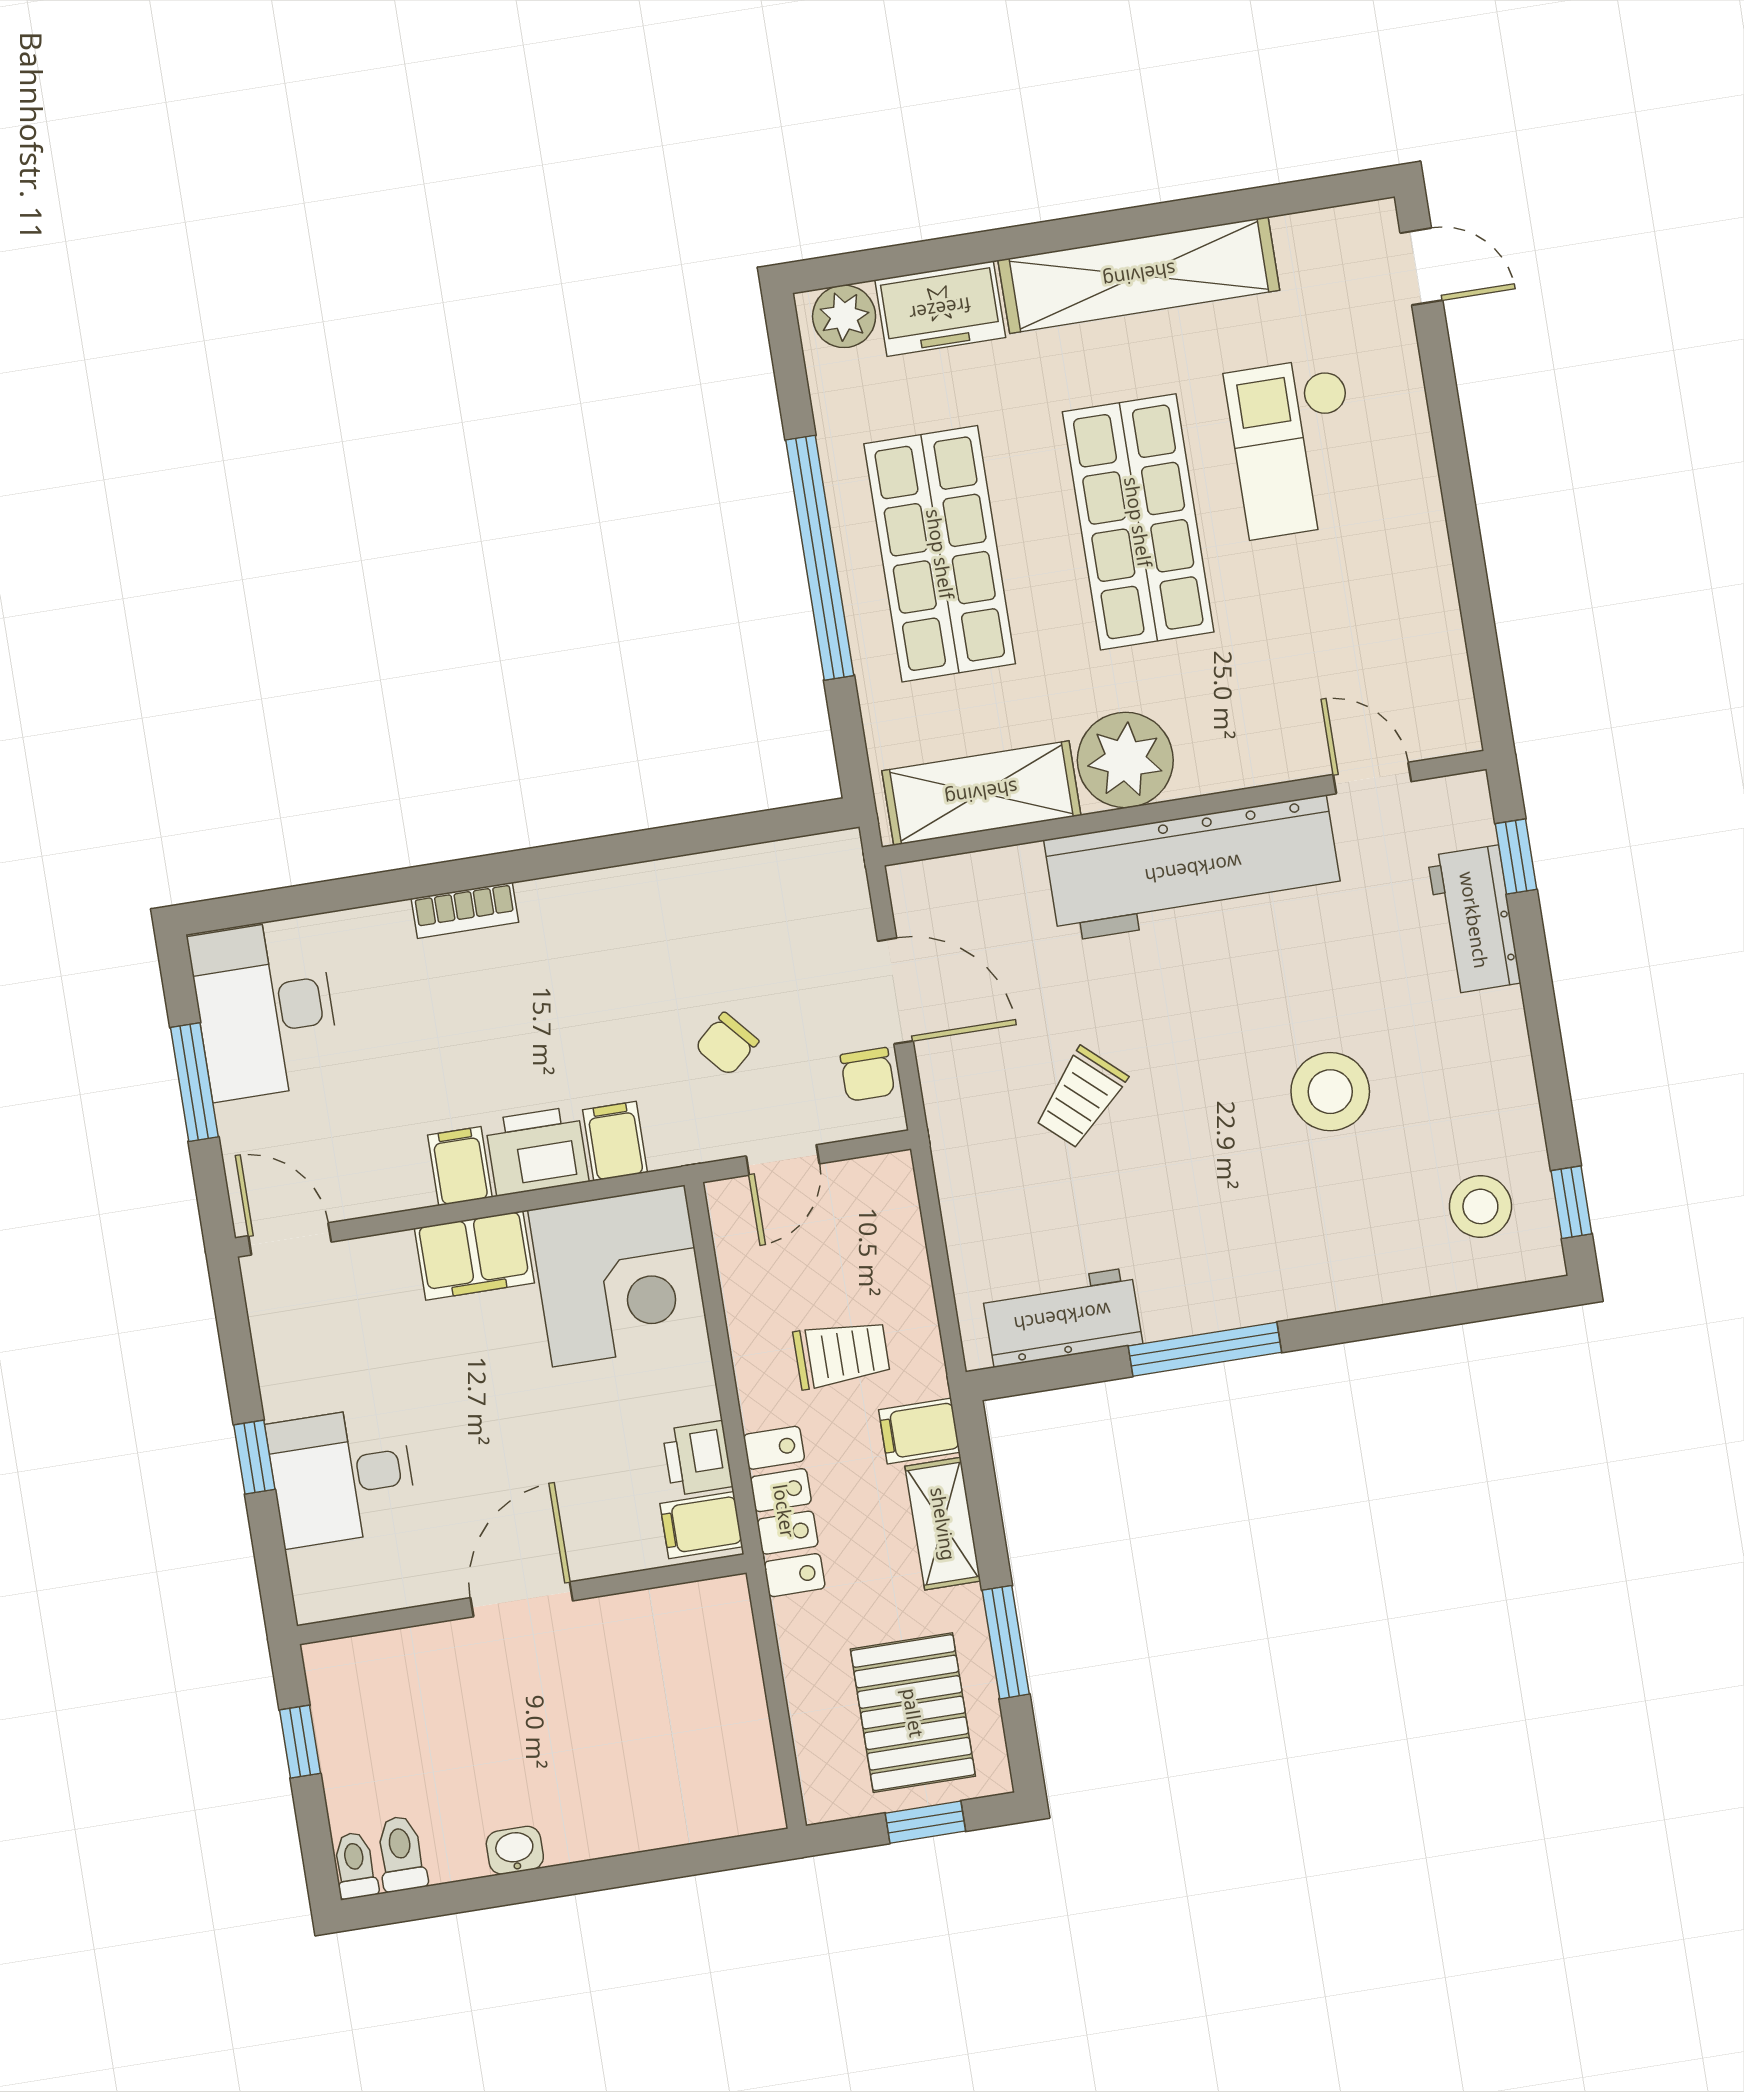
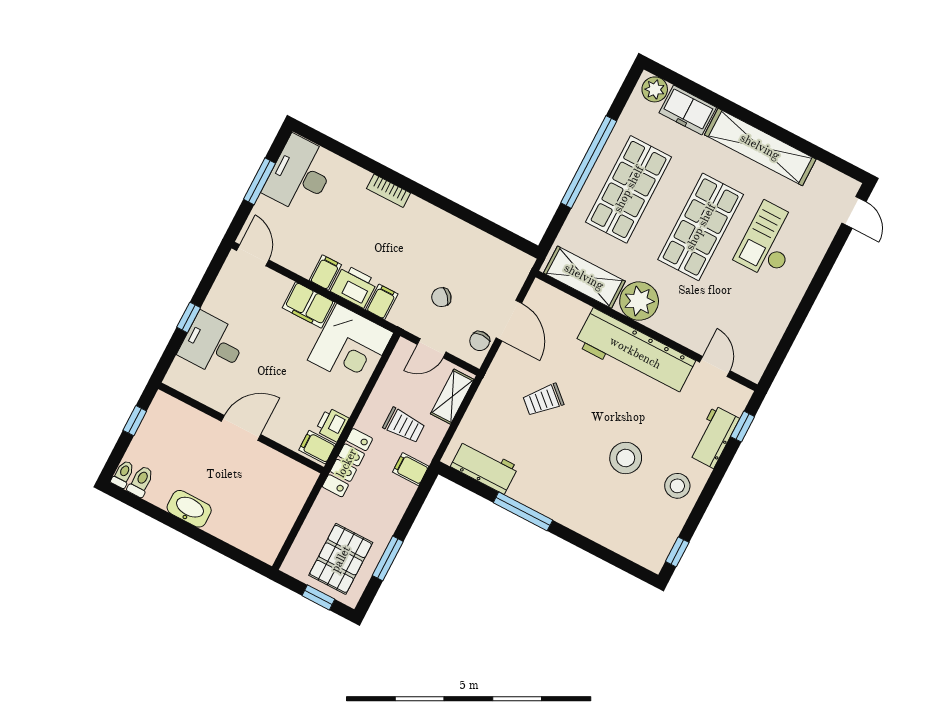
stool: (1480, 1206) -> (677, 486), moved
shelving: (943, 1524) -> (452, 397), moved
washbasin: (515, 1850) -> (189, 509), width x1.91, depth x1.45

